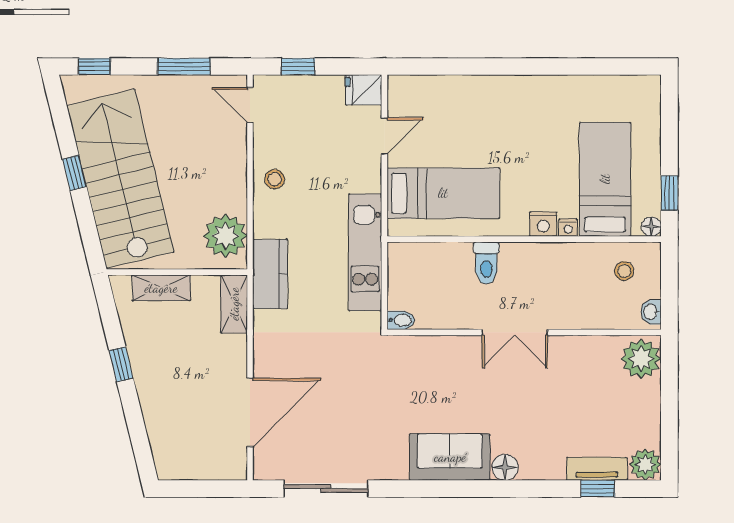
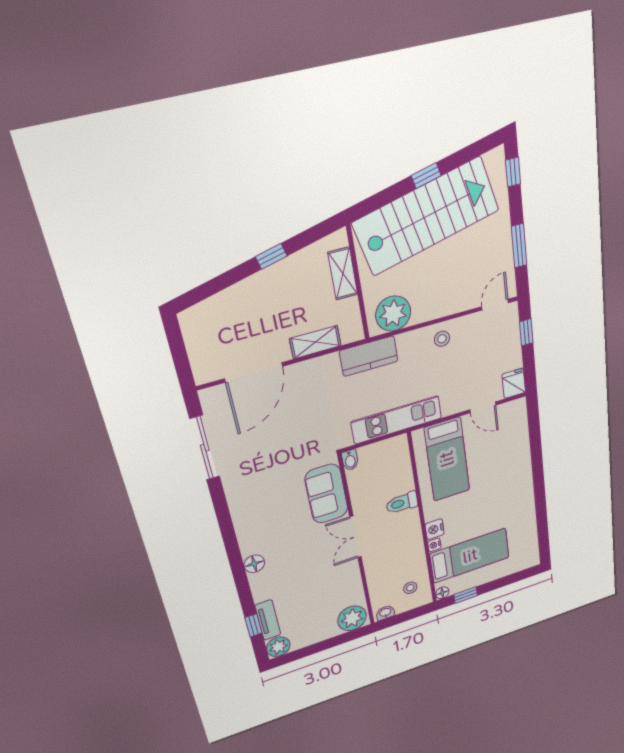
shelving: (234, 304) -> (315, 342), moved
door: (250, 412) -> (254, 372), hinge flipped
sofa: (450, 457) -> (326, 494), moved, turned 180

